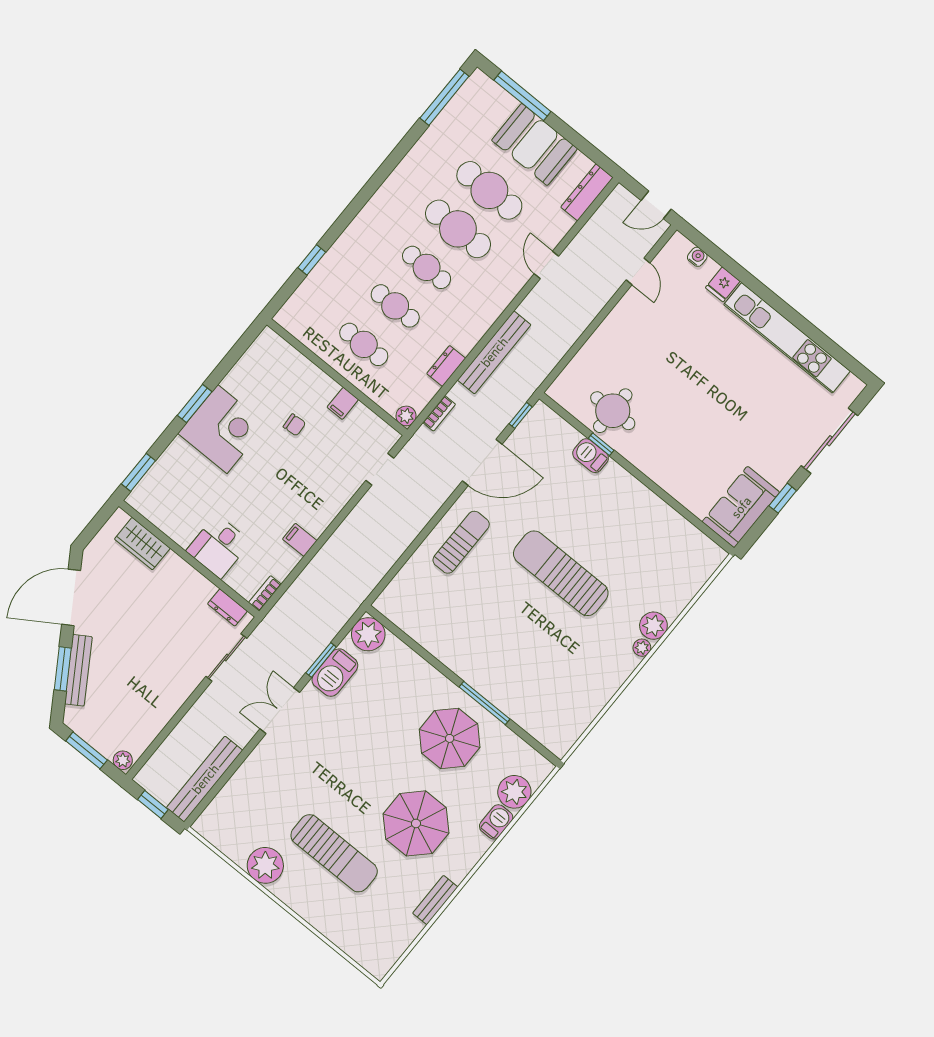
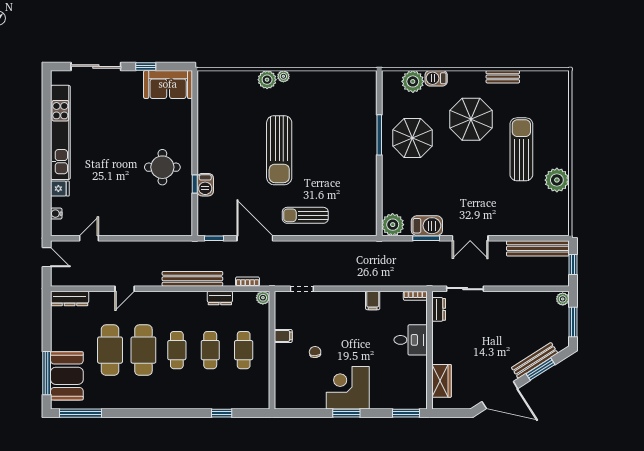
booth: (535, 144) -> (67, 376), moved
round table: (613, 411) -> (162, 167), moved

